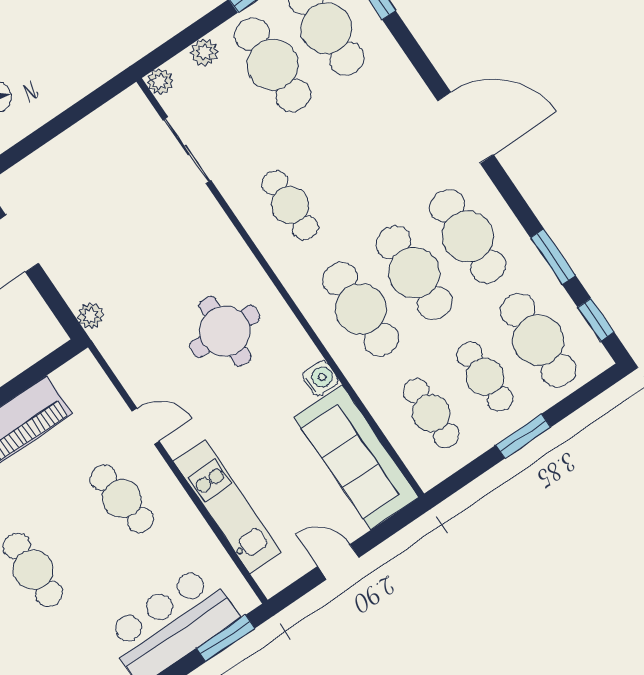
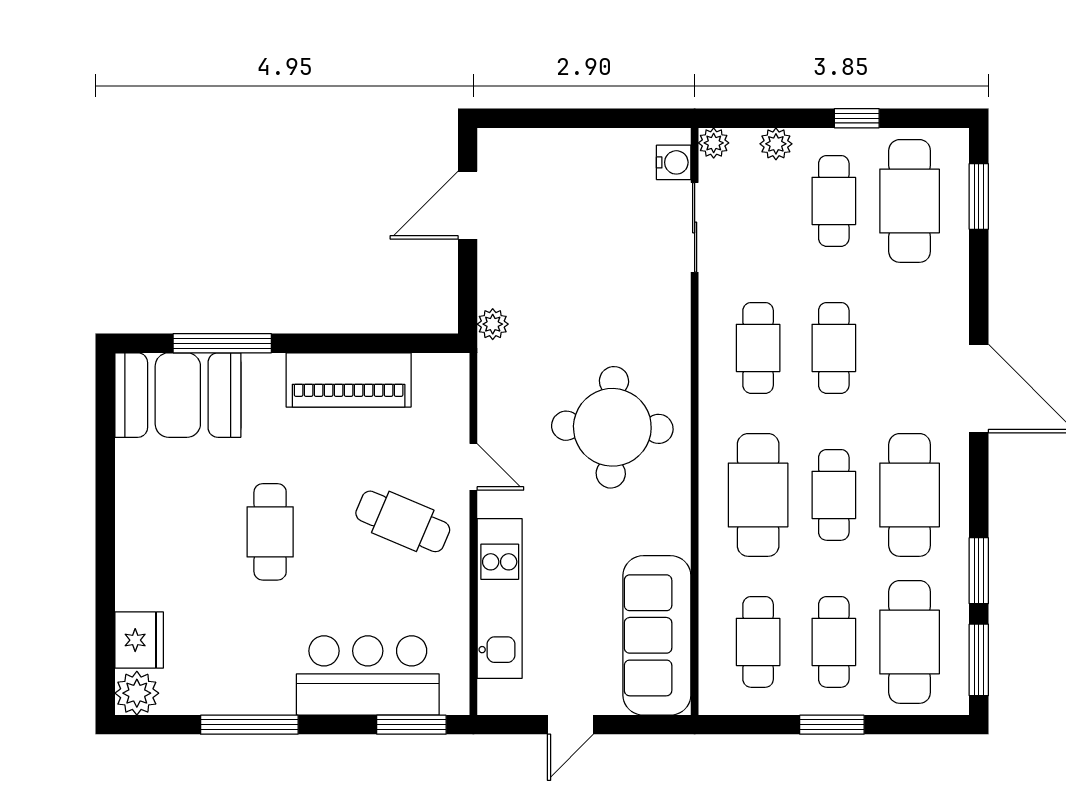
cafe table: (273, 65) -> (834, 201), width x0.73, depth x0.74
cafe table: (343, 169) -> (834, 348), added
cafe table: (414, 273) -> (834, 495), width x0.73, depth x0.74
window: (596, 320) -> (979, 660), width x1.50
round table: (225, 331) -> (612, 427), width x1.36, depth x1.36
water cooler: (320, 378) -> (674, 162), moved
cafe table: (122, 499) -> (403, 521), turned -60
door: (338, 562) -> (570, 725), swing flipped

